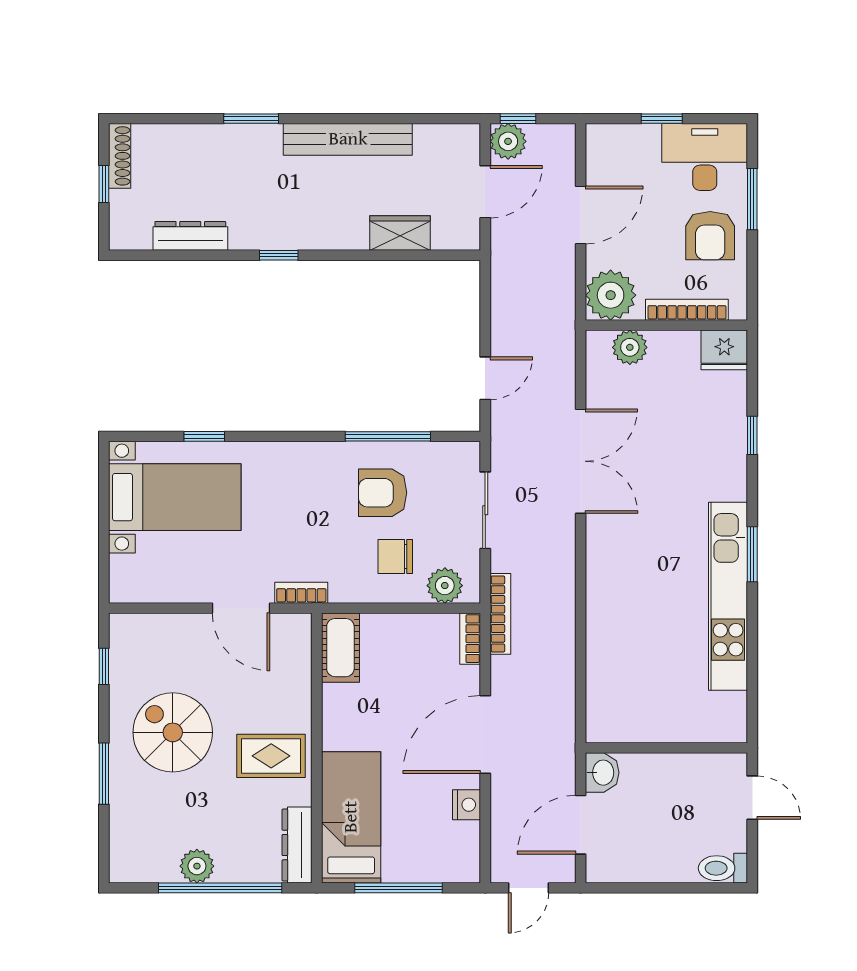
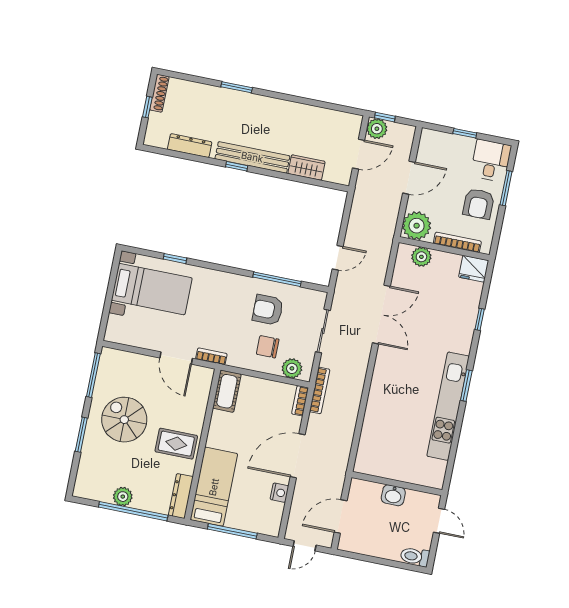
bench: (348, 139) -> (252, 157), moved
desk: (705, 157) -> (491, 161), width x0.73
window: (104, 666) -> (93, 375), width x2.17
washbasin: (602, 773) -> (393, 495), moved, turned 90

